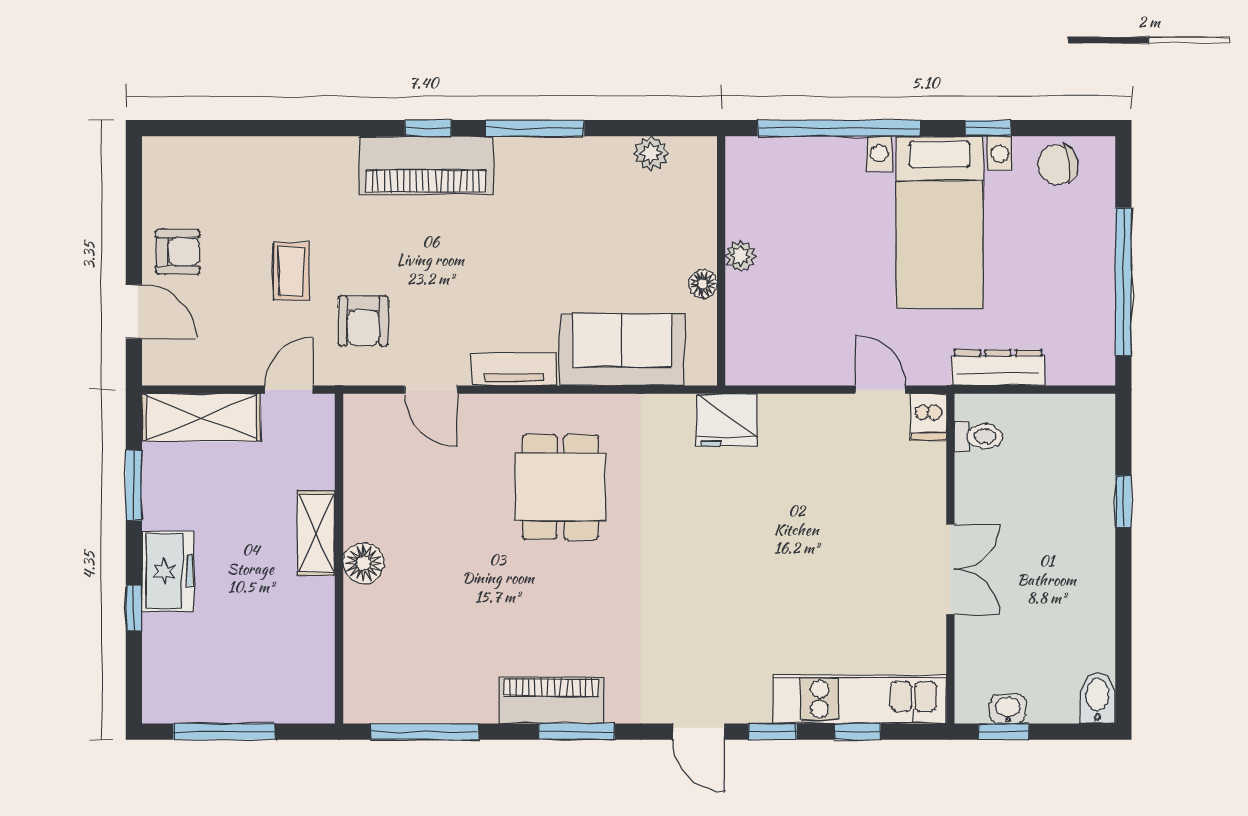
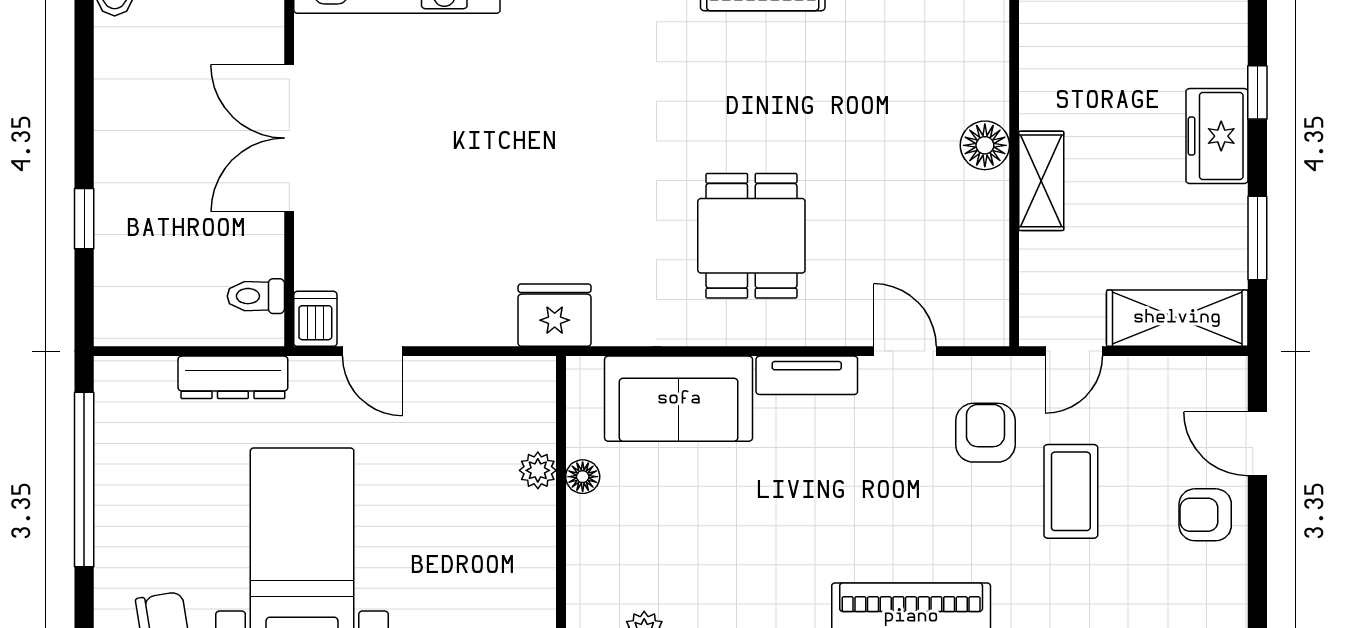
plant: (741, 256) -> (538, 470), moved
coffee table: (291, 271) -> (1071, 491), width x1.36, depth x1.30
double door: (950, 569) -> (289, 138), width x1.37

